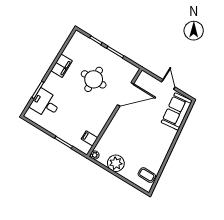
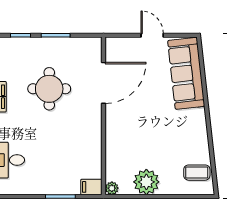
sofa: (177, 111) -> (186, 73), width x1.36
filing cabinet: (90, 138) -> (91, 187), moved

